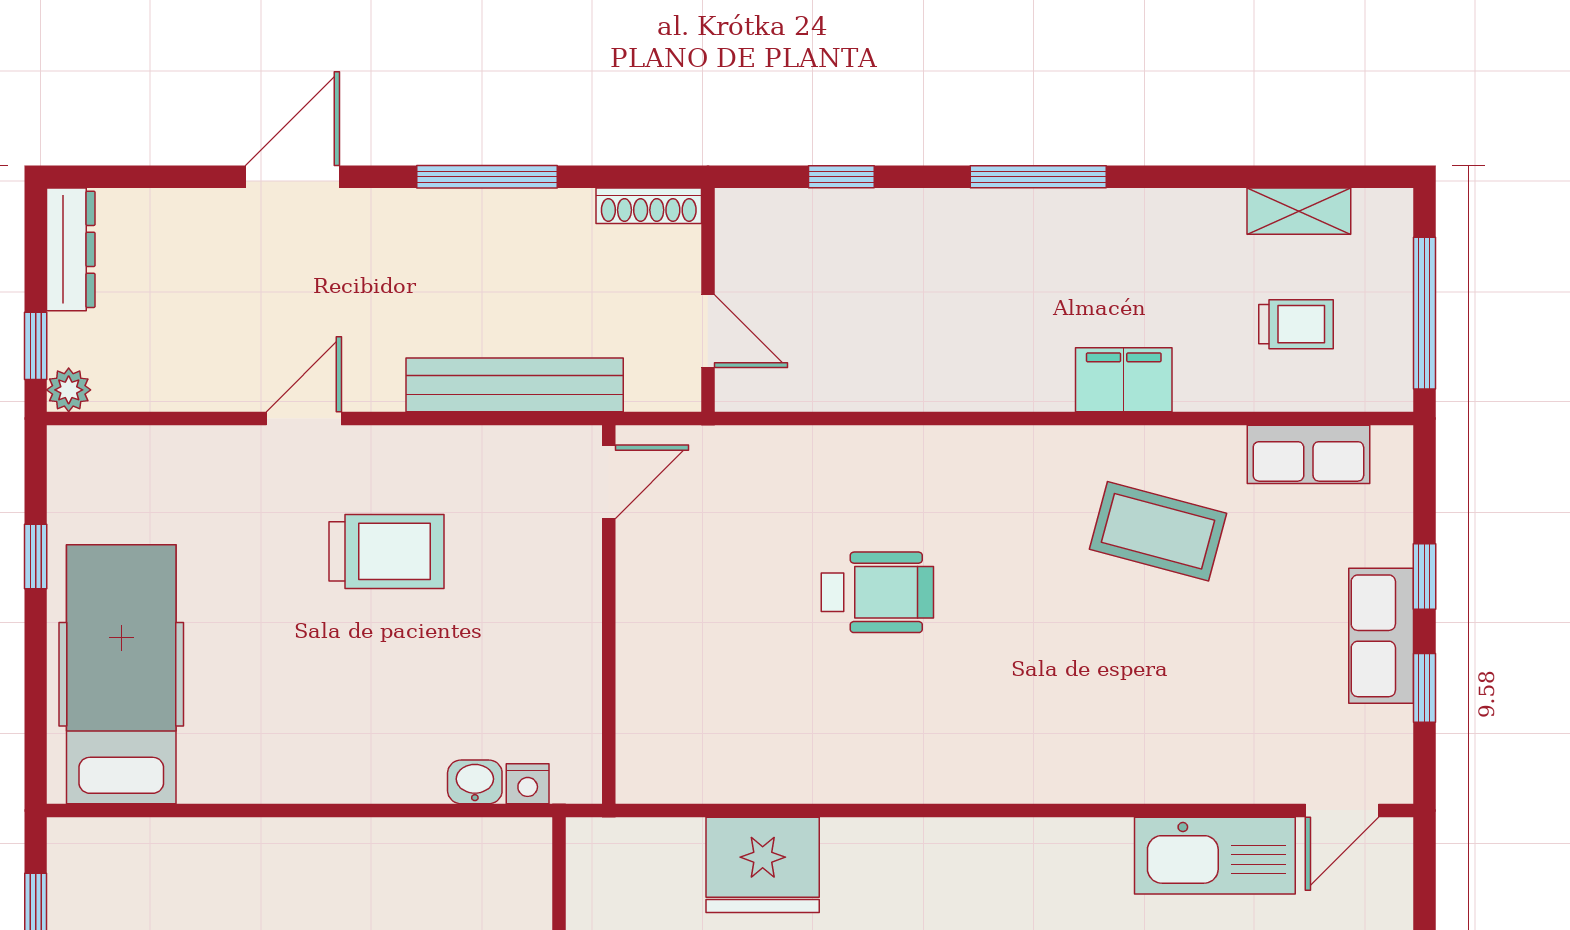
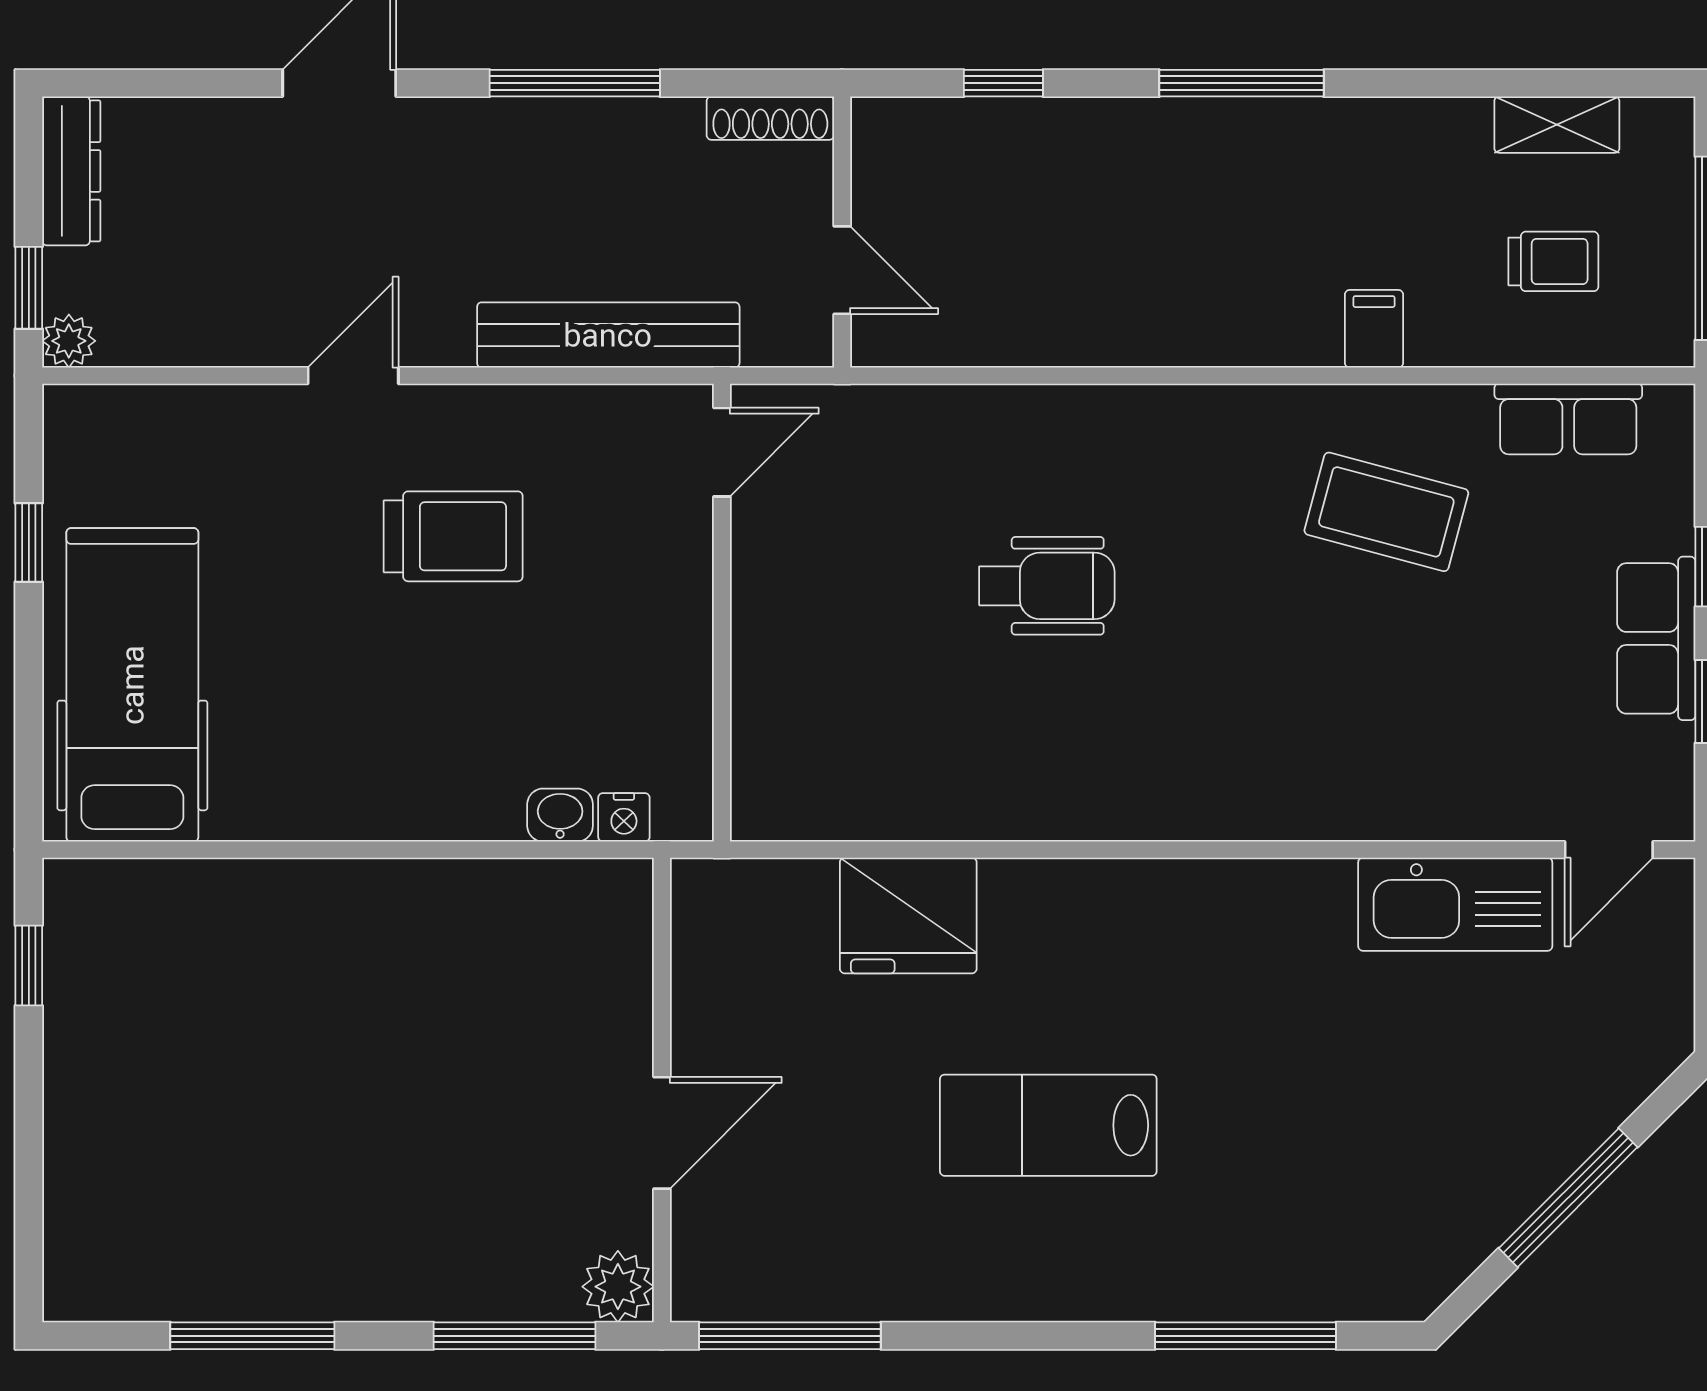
filing cabinet: (1124, 380) -> (1374, 329), width x0.50

